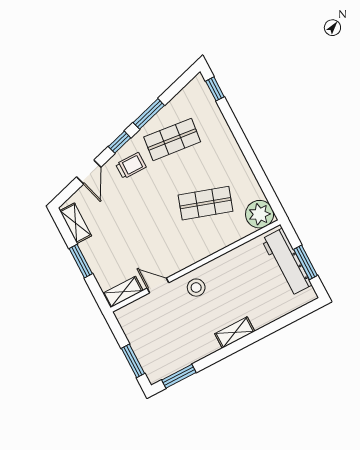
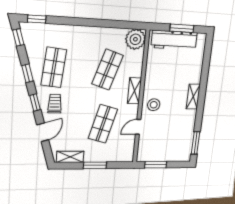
window: (183, 81) -> (18, 37), added
window: (149, 114) -> (27, 73), width x0.67
door: (89, 172) -> (43, 132), hinge flipped
shop shelf: (138, 238) -> (103, 124), added
shelving: (123, 292) -> (134, 91), moved
window: (133, 361) -> (156, 165), moved

